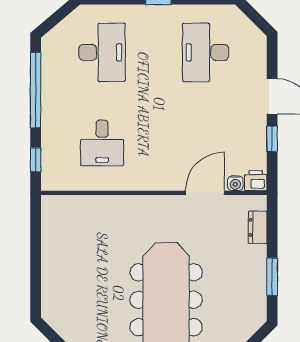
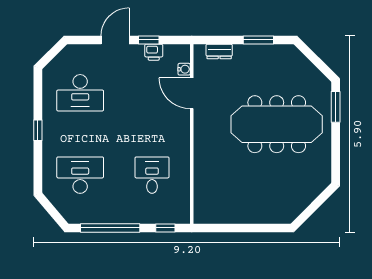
desk: (102, 143) -> (152, 175), turned -90
printer: (256, 181) -> (154, 52), moved, turned -90

